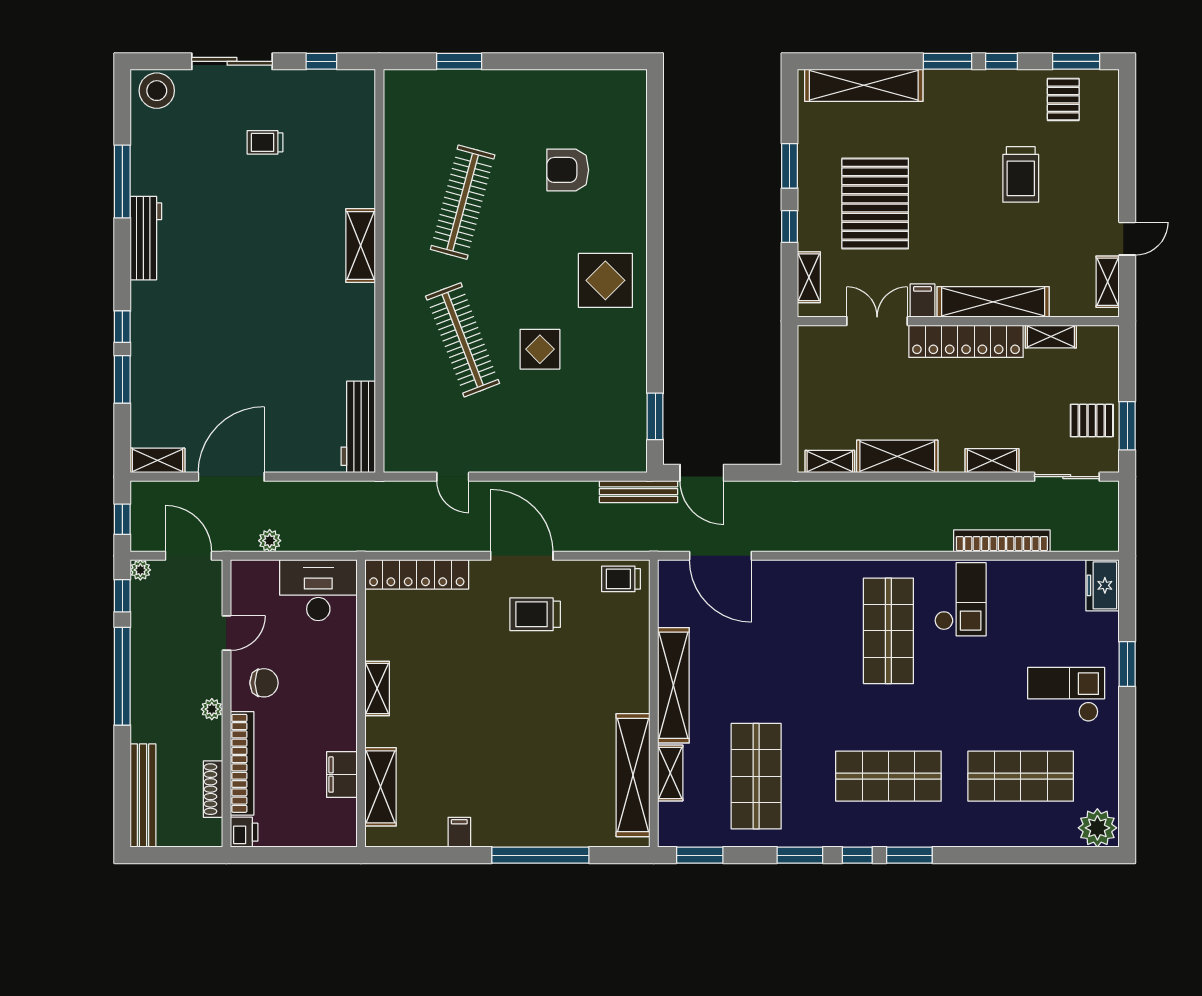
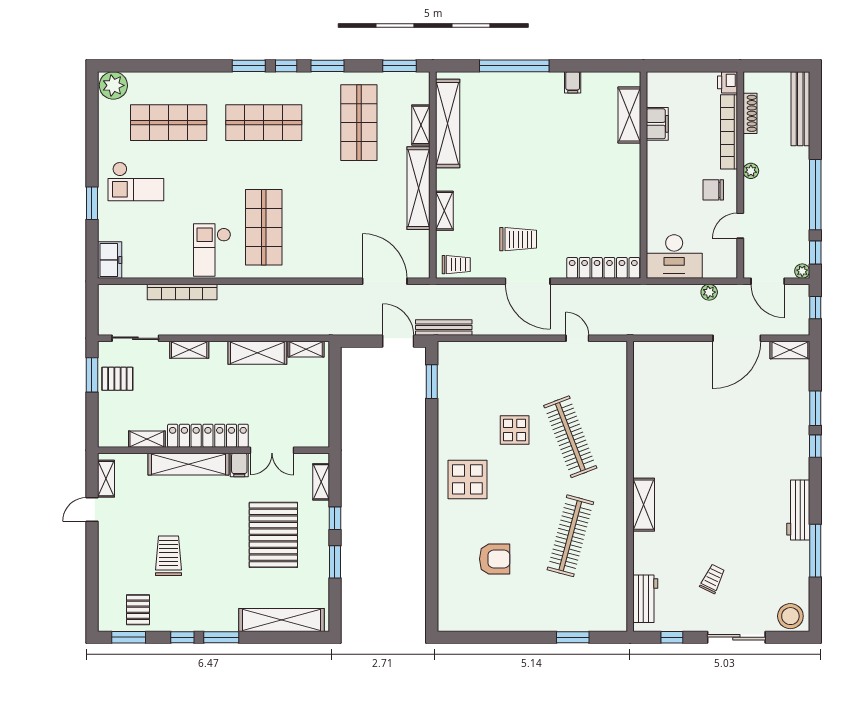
trolley: (265, 142) -> (713, 579), turned -64
workbench: (358, 427) -> (645, 599), moved, width x0.73
shelving: (377, 688) -> (444, 211), moved

